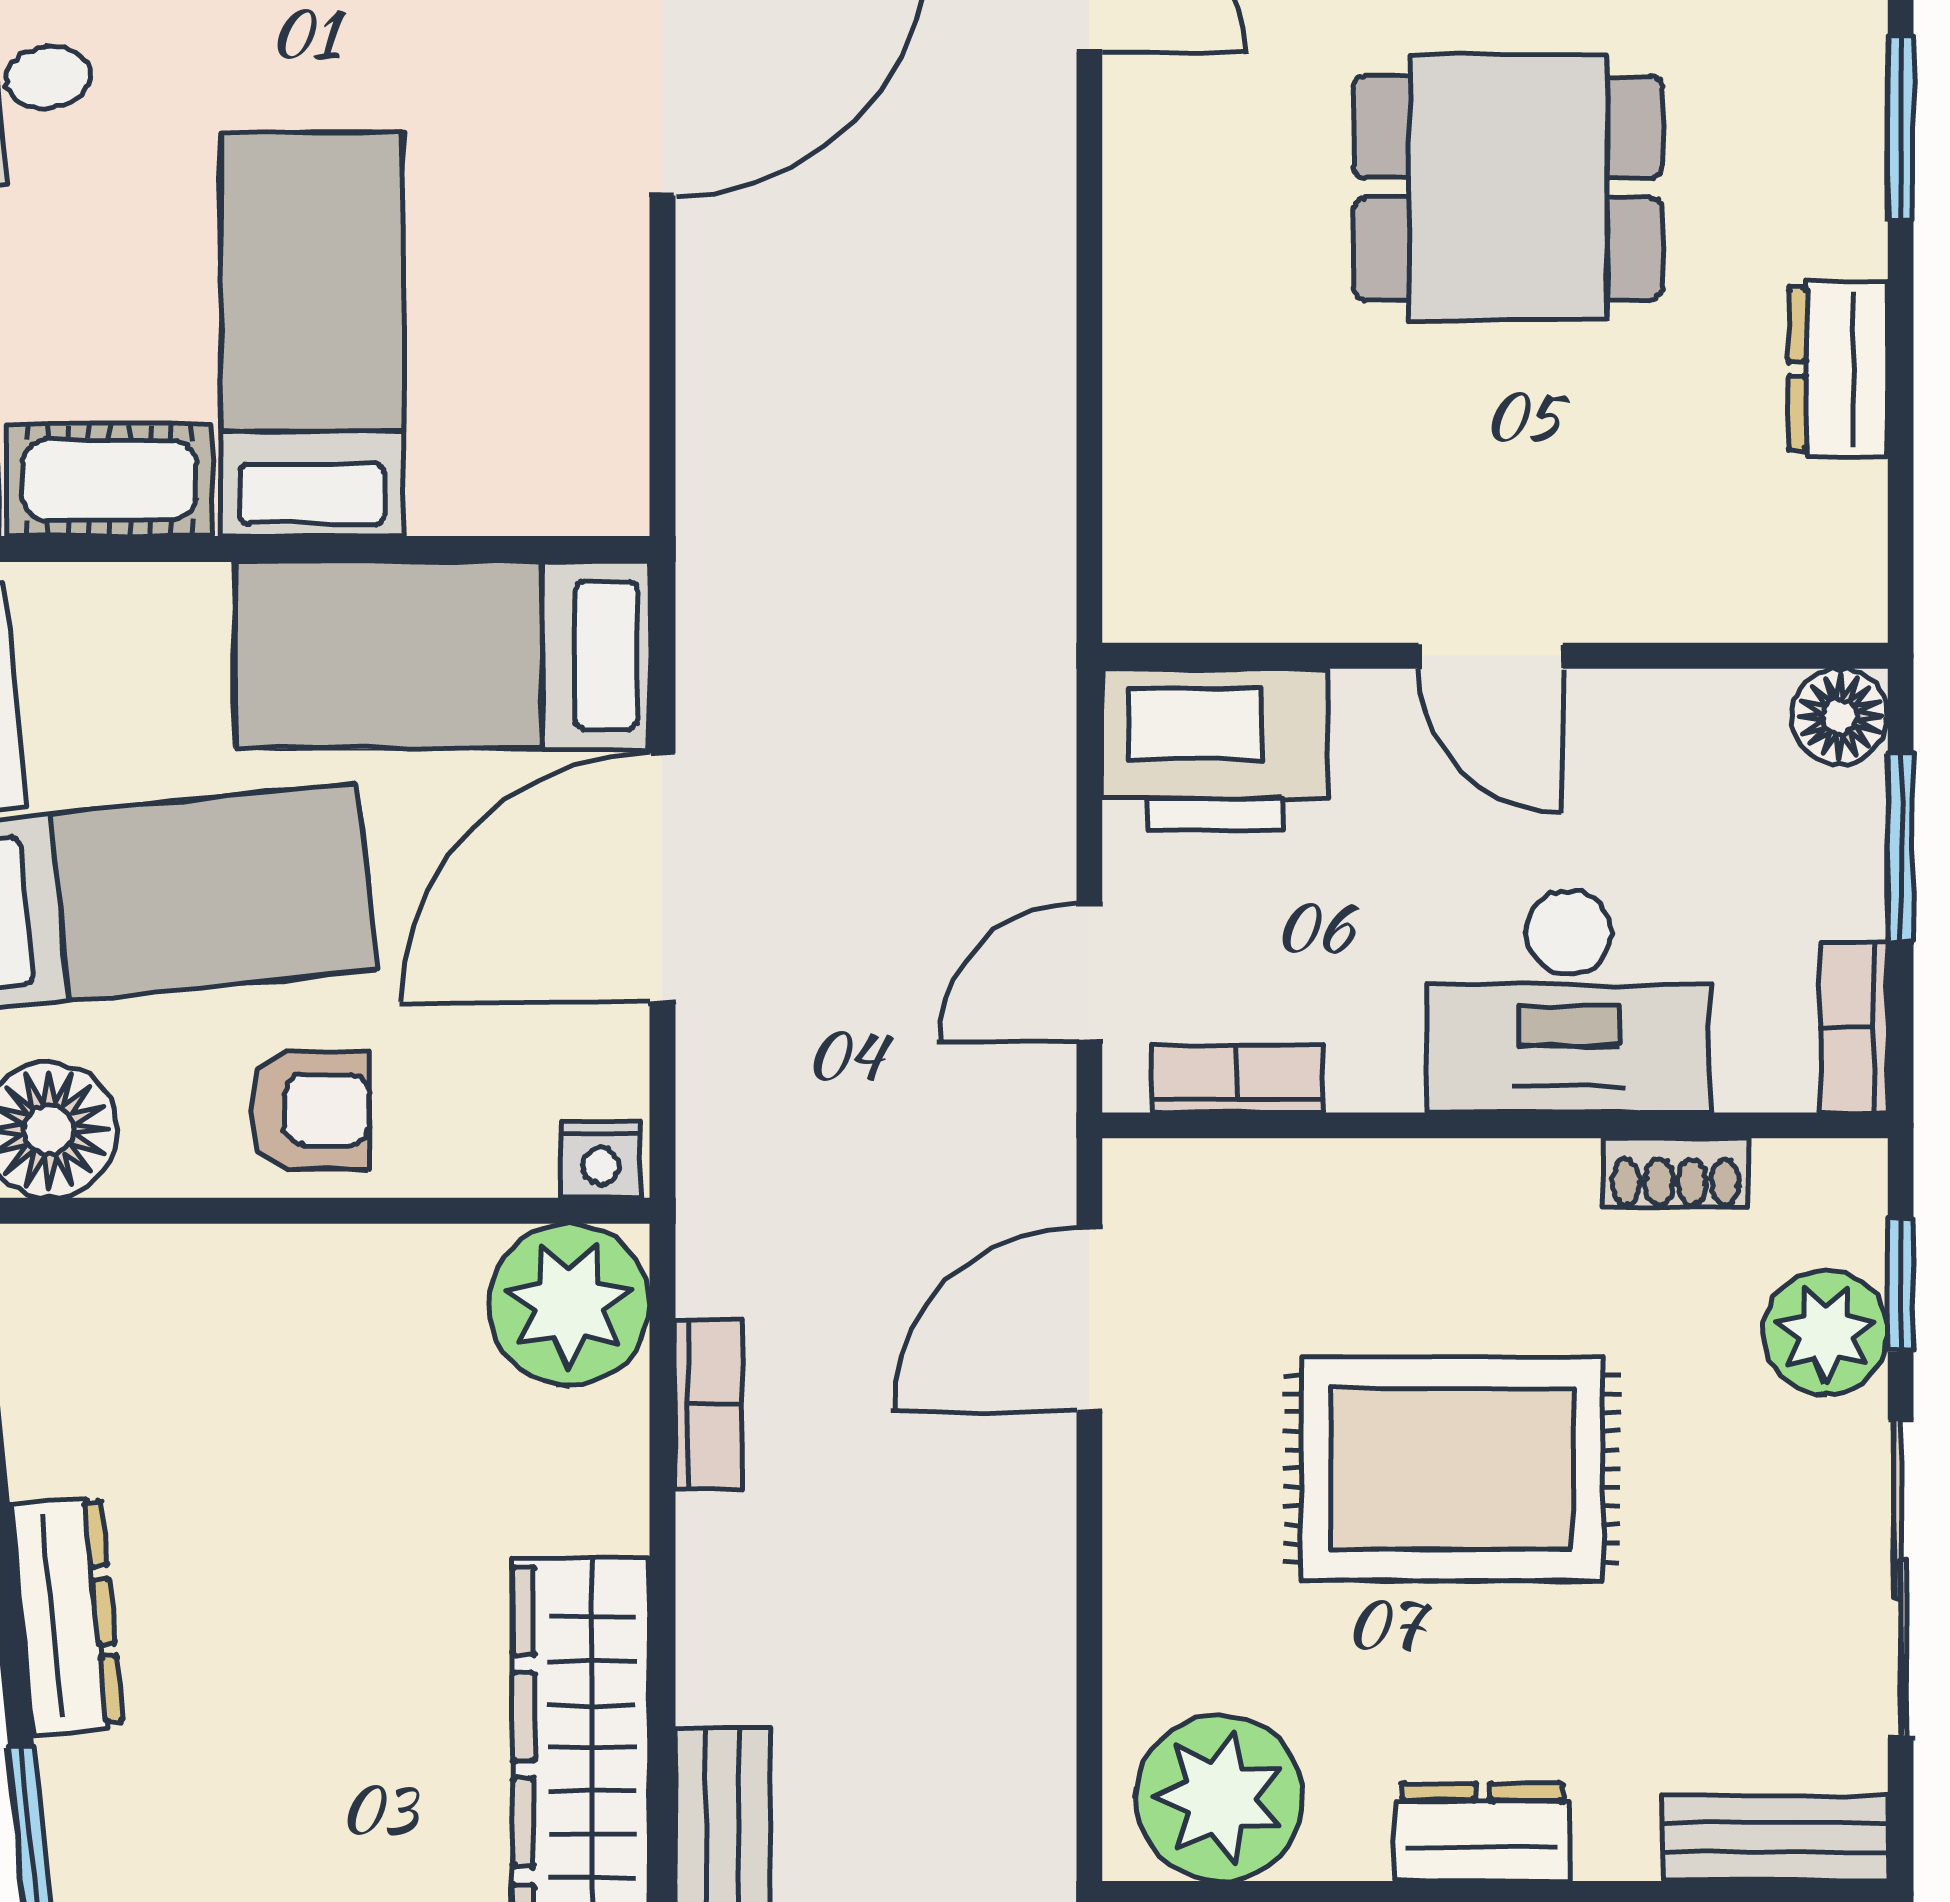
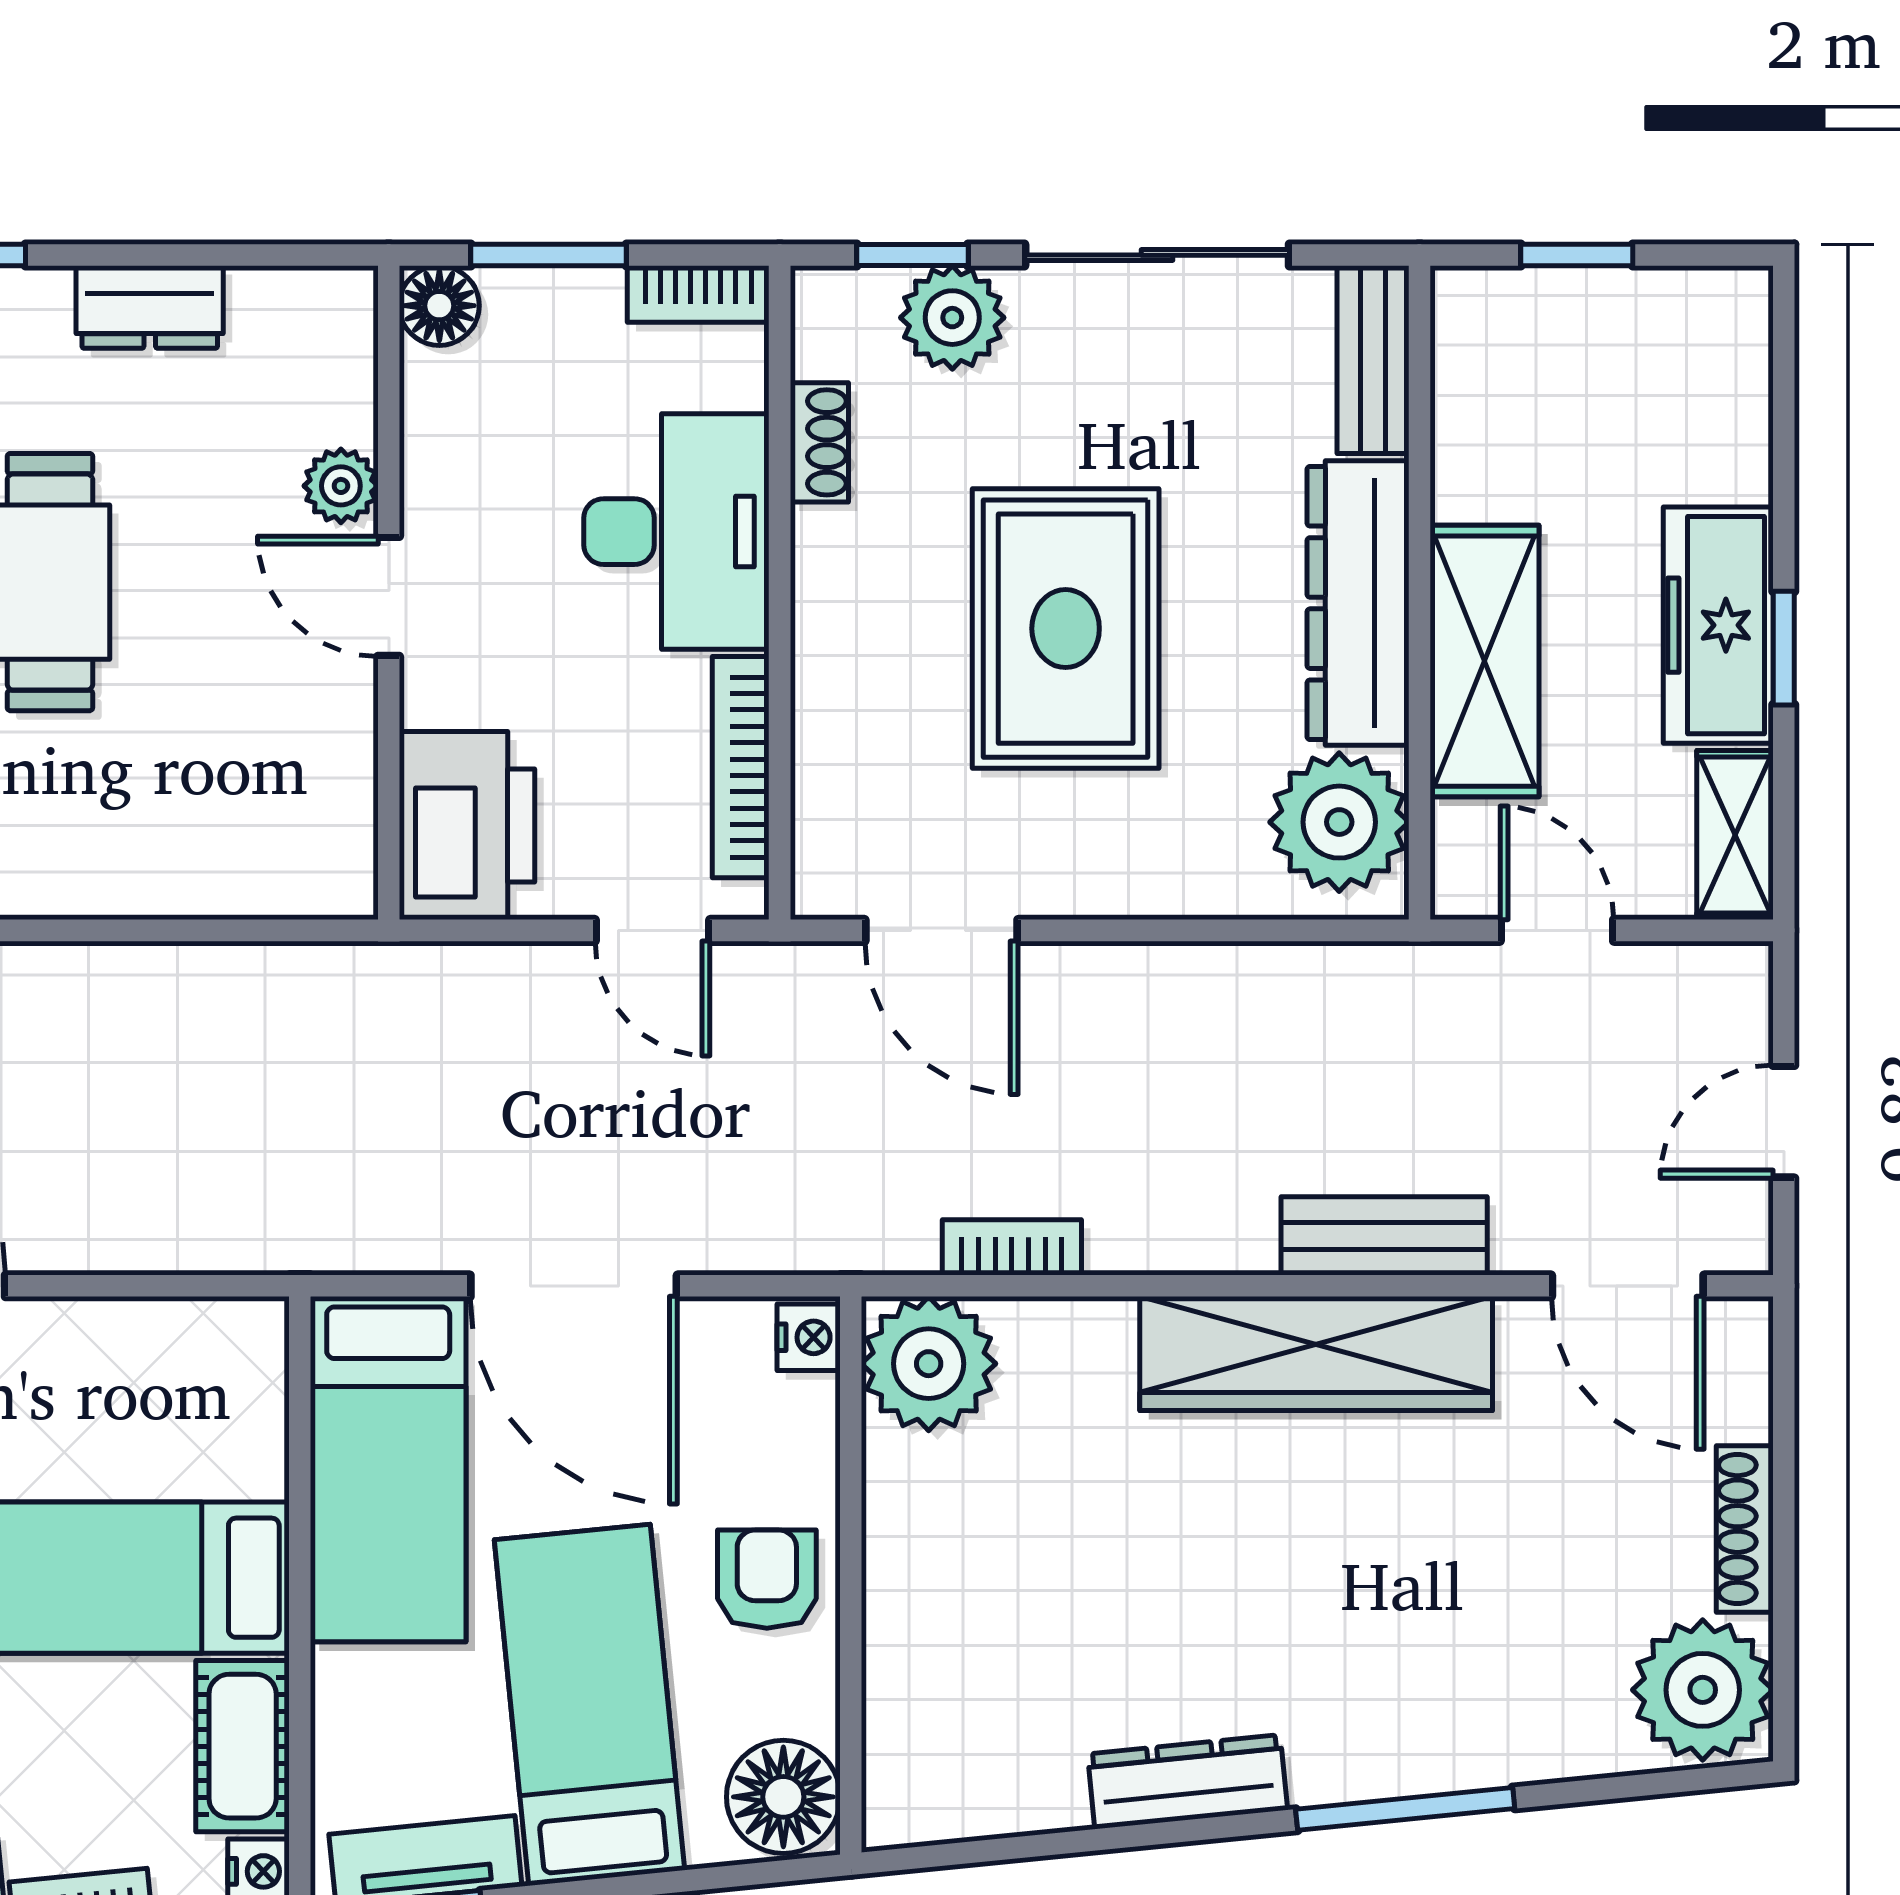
plant: (1623, 598) -> (341, 486), added
door: (1491, 656) -> (389, 596), swing flipped
bookcase: (1237, 1079) -> (741, 767), width x1.56
dresser: (1483, 1832) -> (1358, 603), width x1.96, depth x1.24

